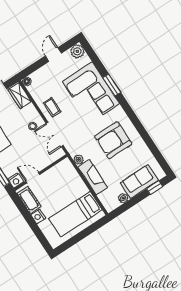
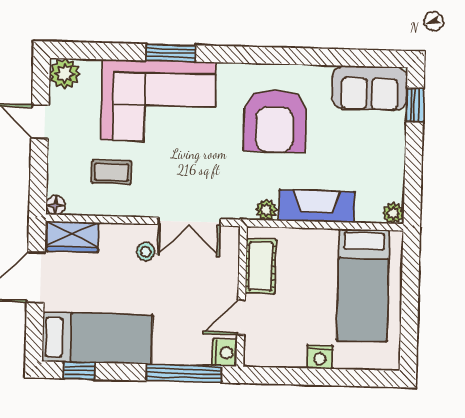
coffee table: (52, 107) -> (111, 172), moved
sofa: (139, 182) -> (369, 88), moved, turned -90
plant: (123, 198) -> (393, 213), moved
cot: (29, 200) -> (261, 266), moved, turned 90

